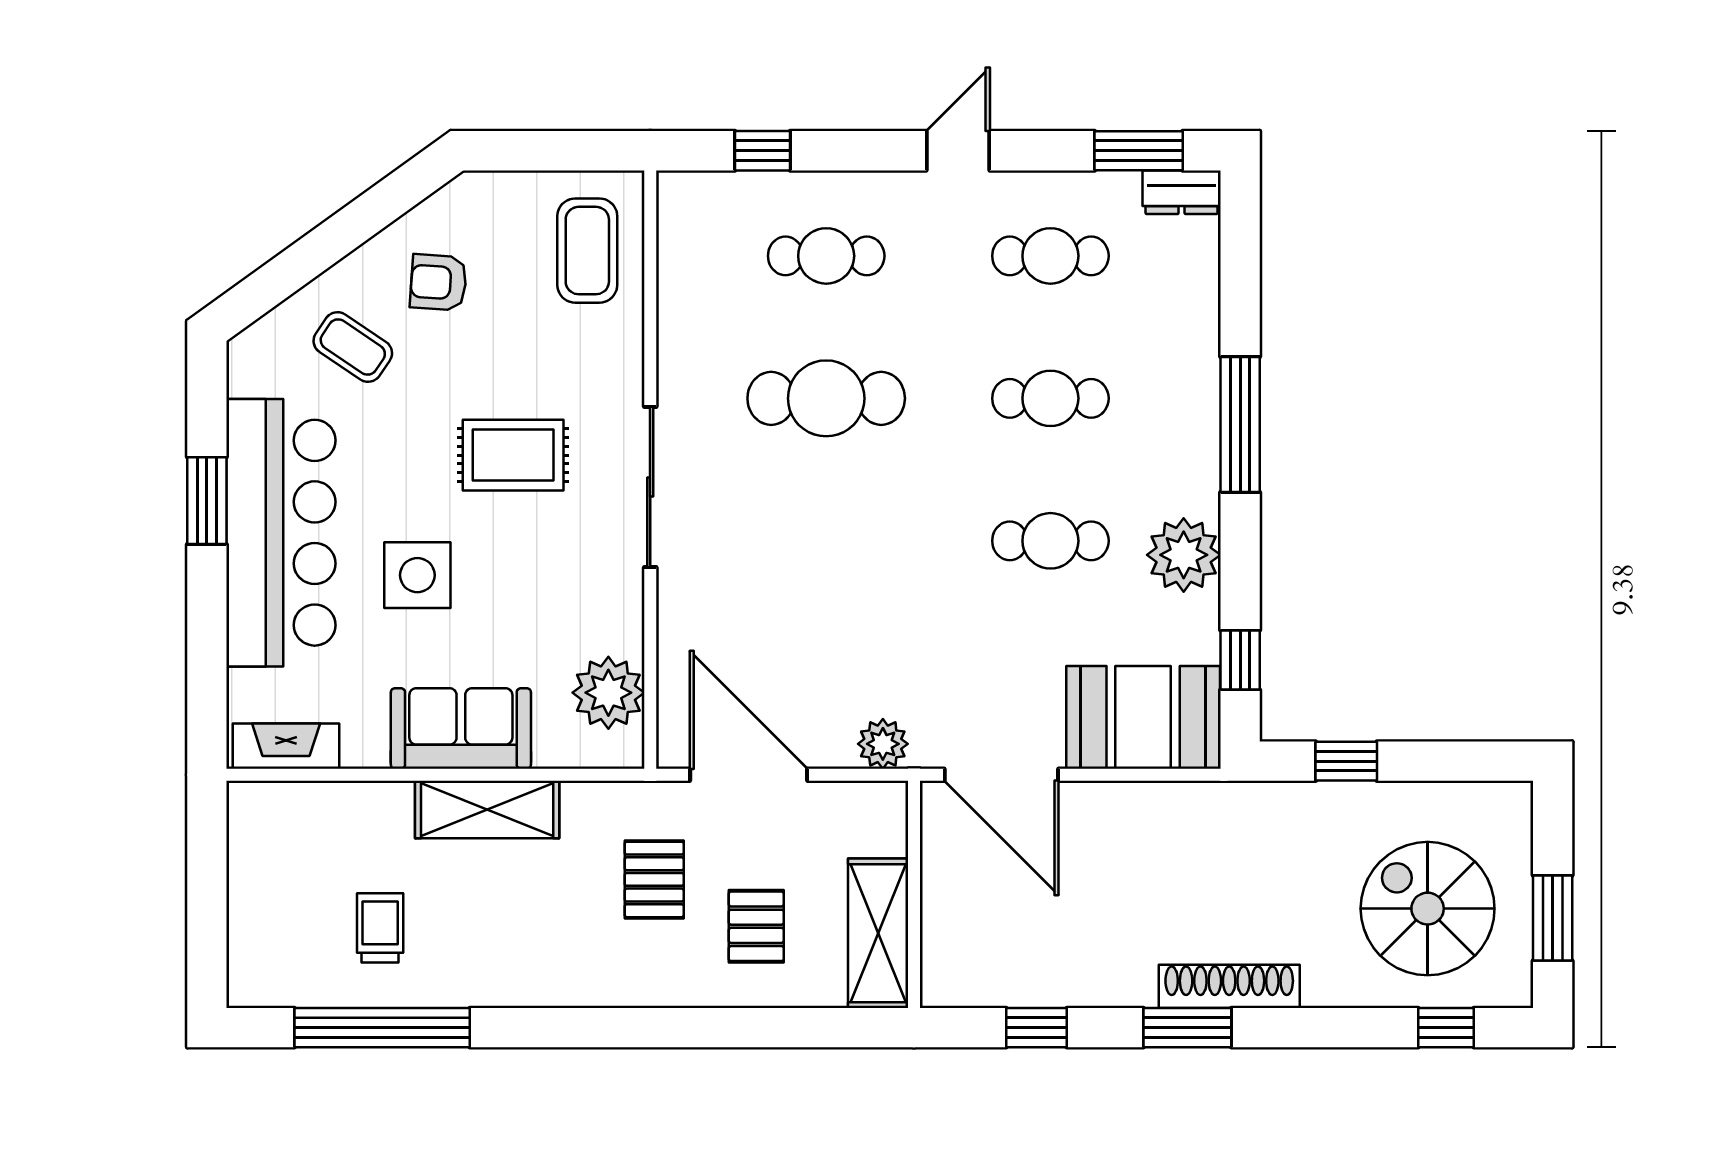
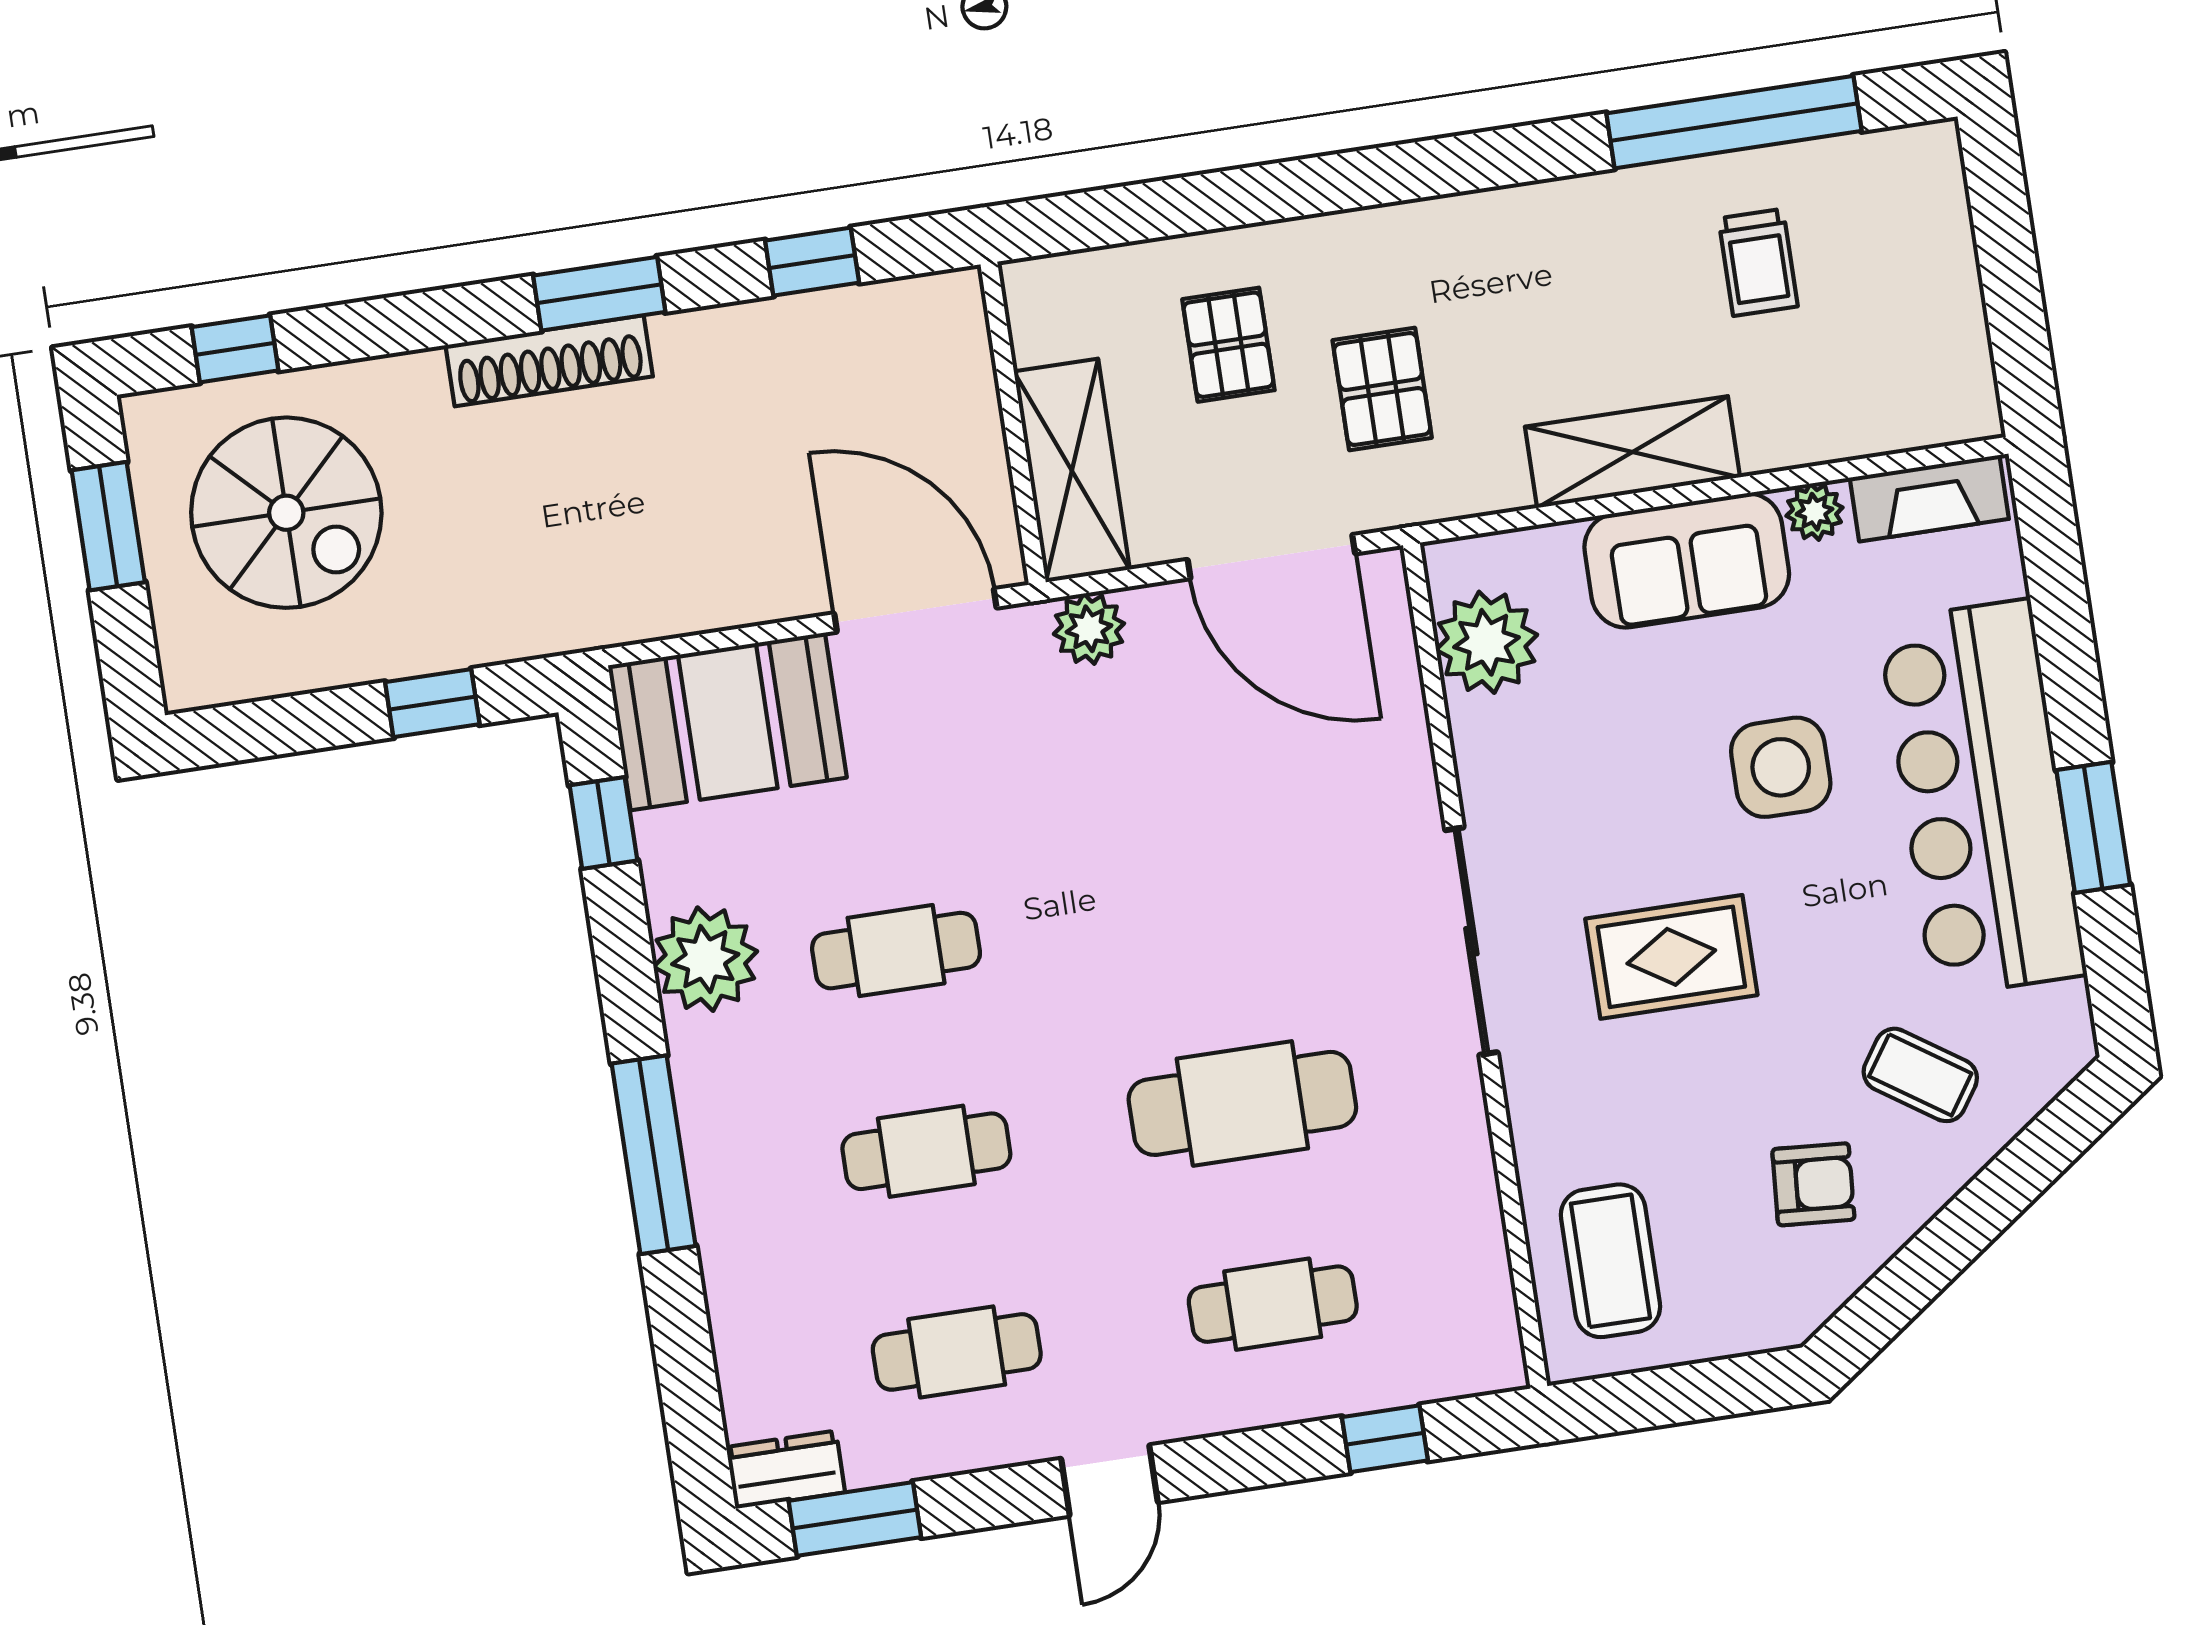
plant: (367, 749) -> (1815, 512), added
shelving: (878, 933) -> (1072, 470), moved

